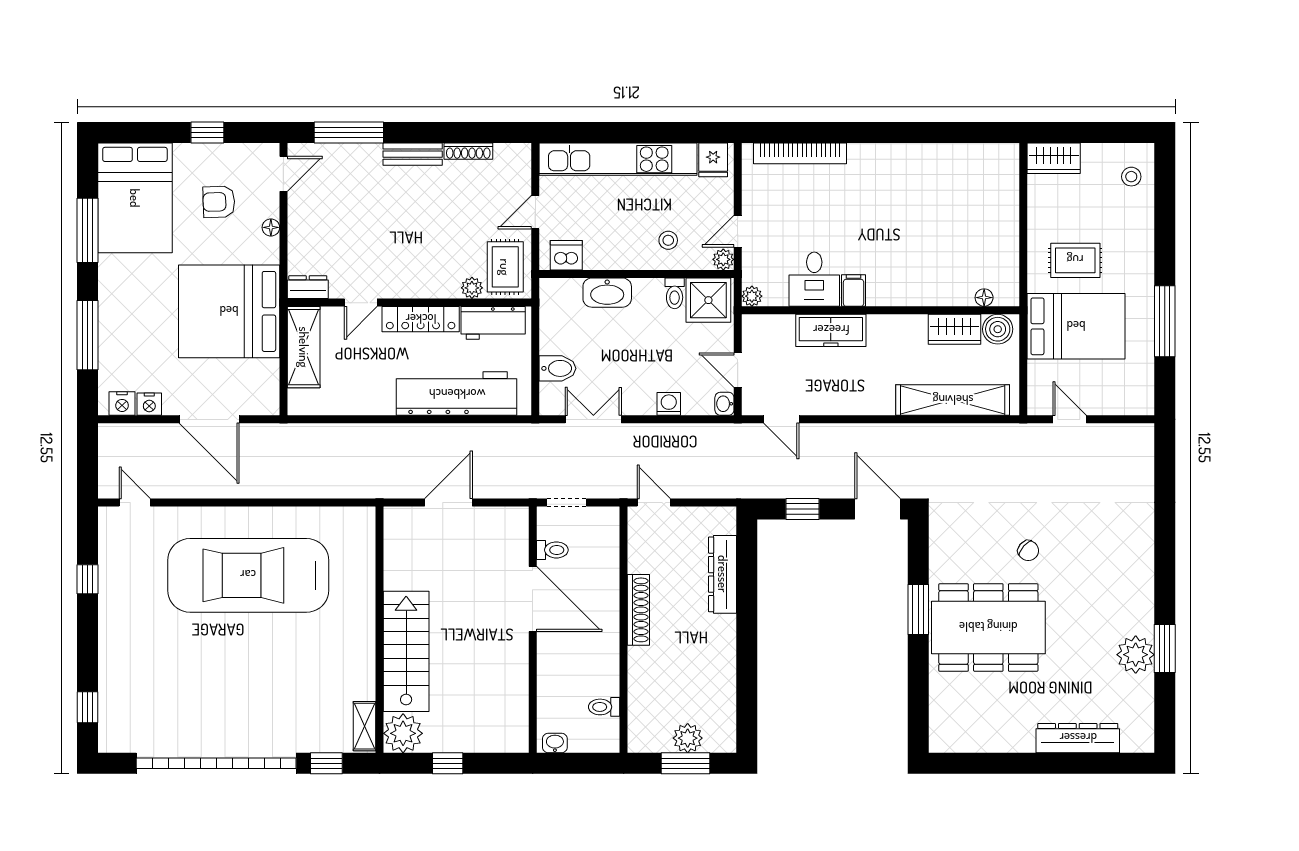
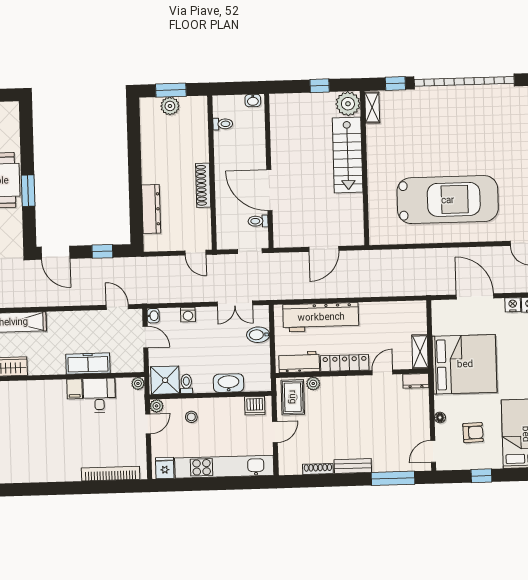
shelving: (304, 347) -> (420, 352), width x0.67, depth x0.75

